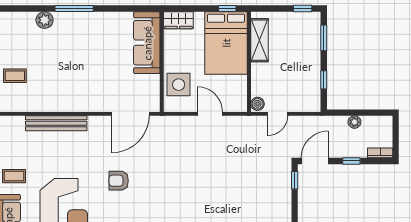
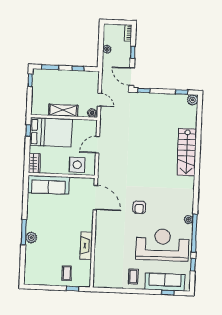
plant: (45, 20) -> (31, 238), moved
shelving: (260, 40) -> (63, 110), moved
fireplace: (58, 103) -> (86, 246), added
bench: (56, 123) -> (99, 247), removed

